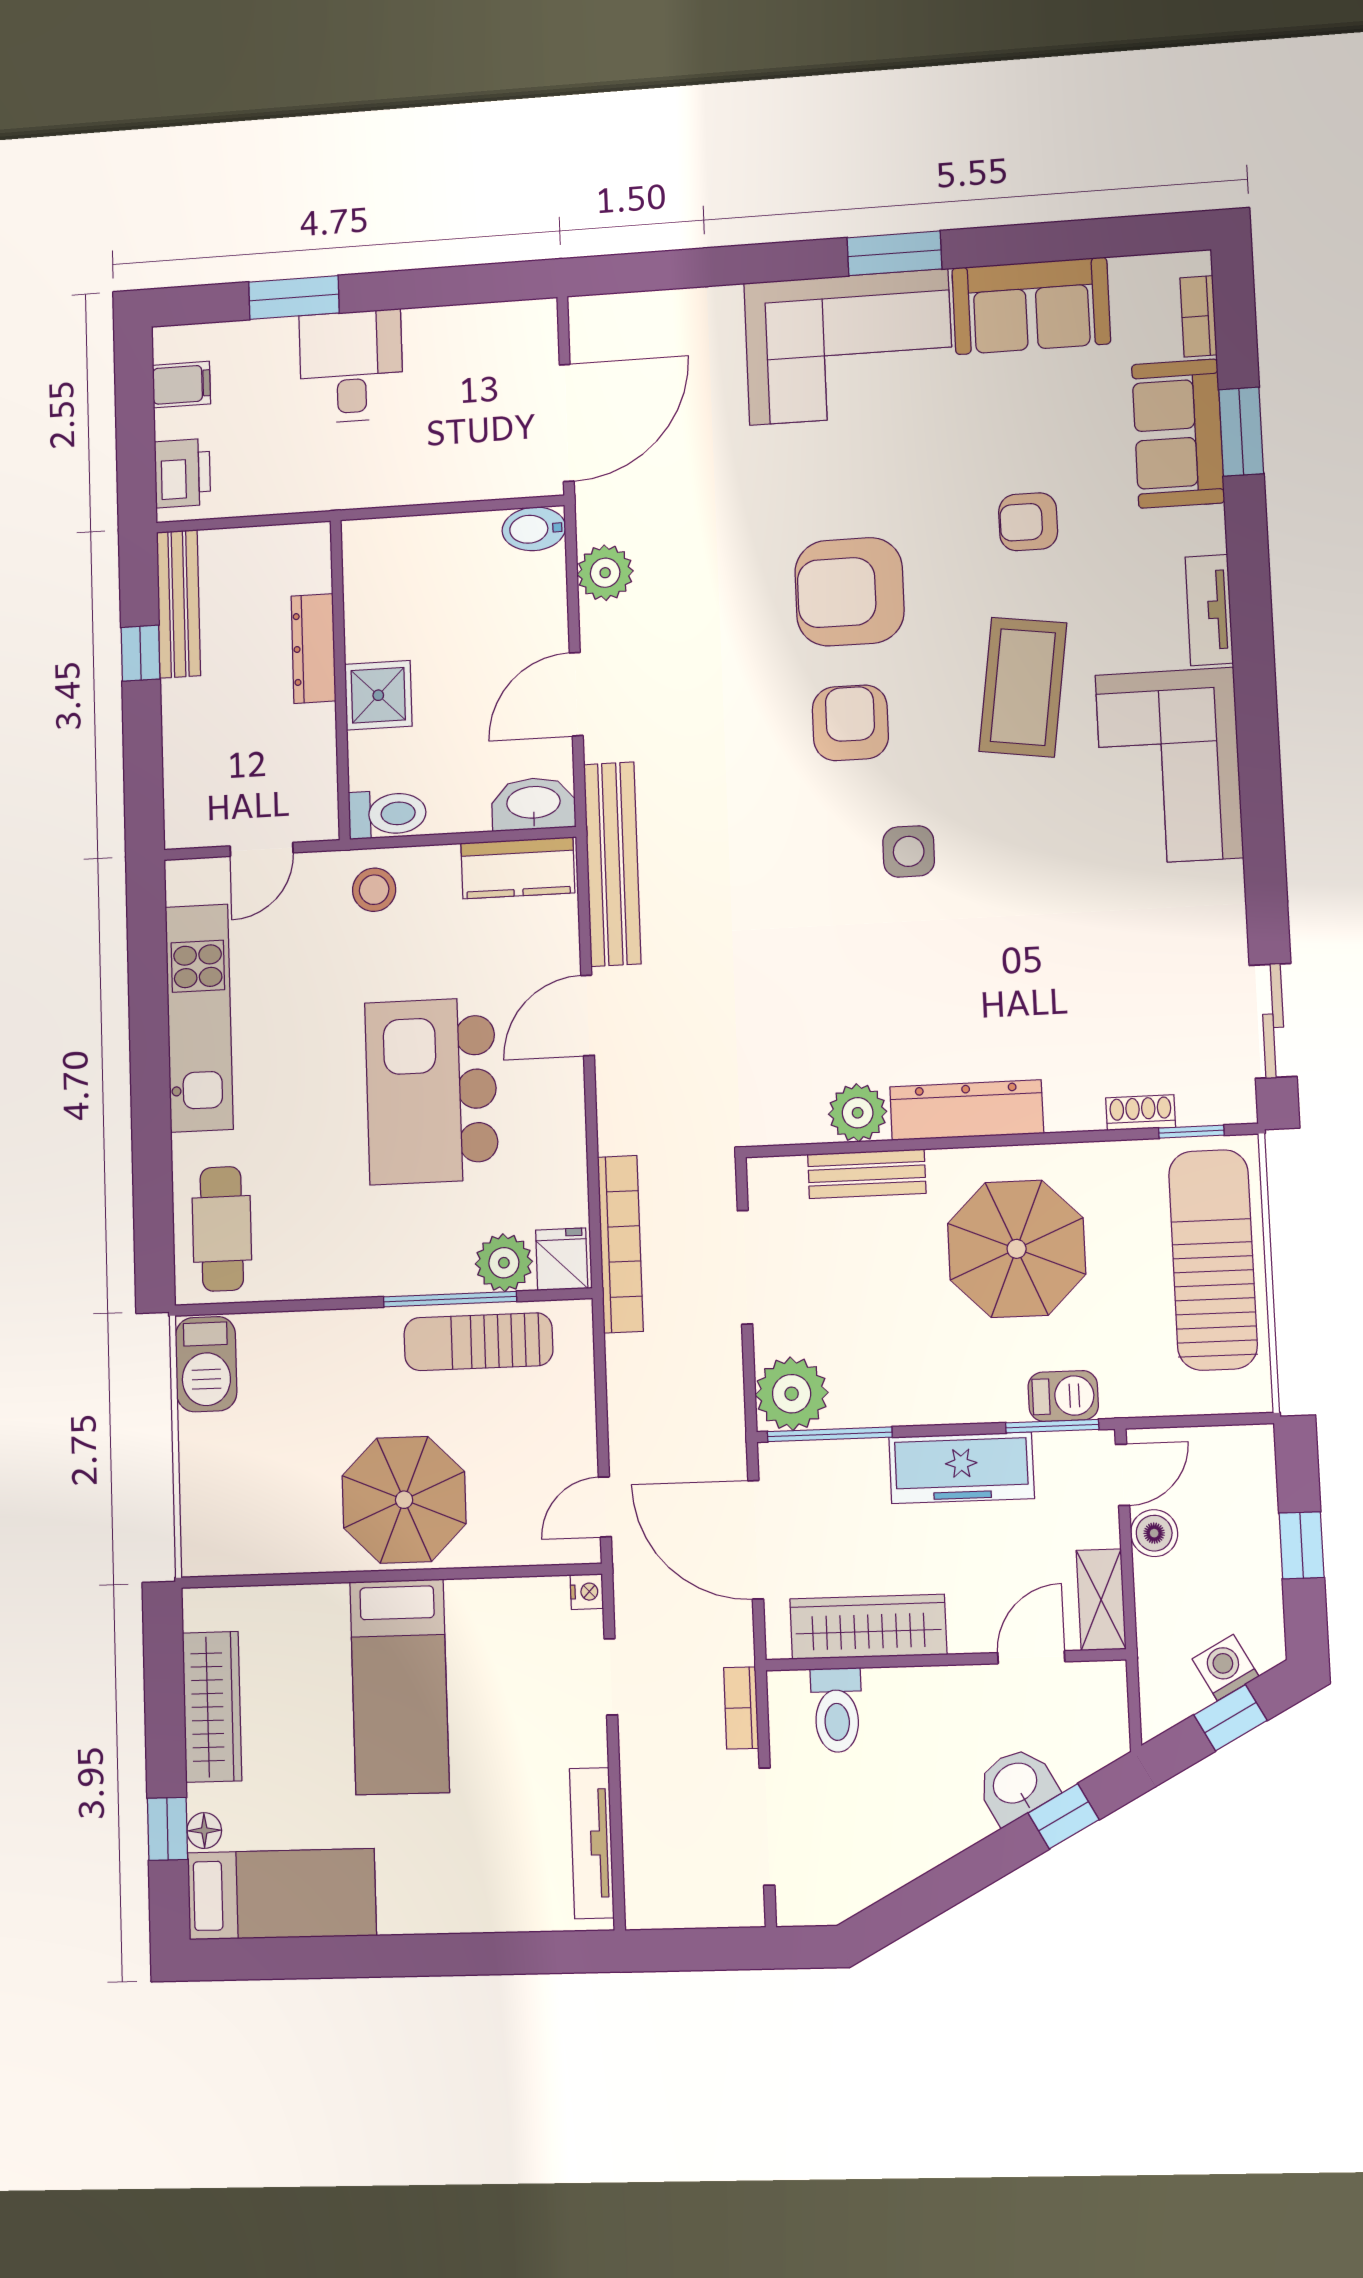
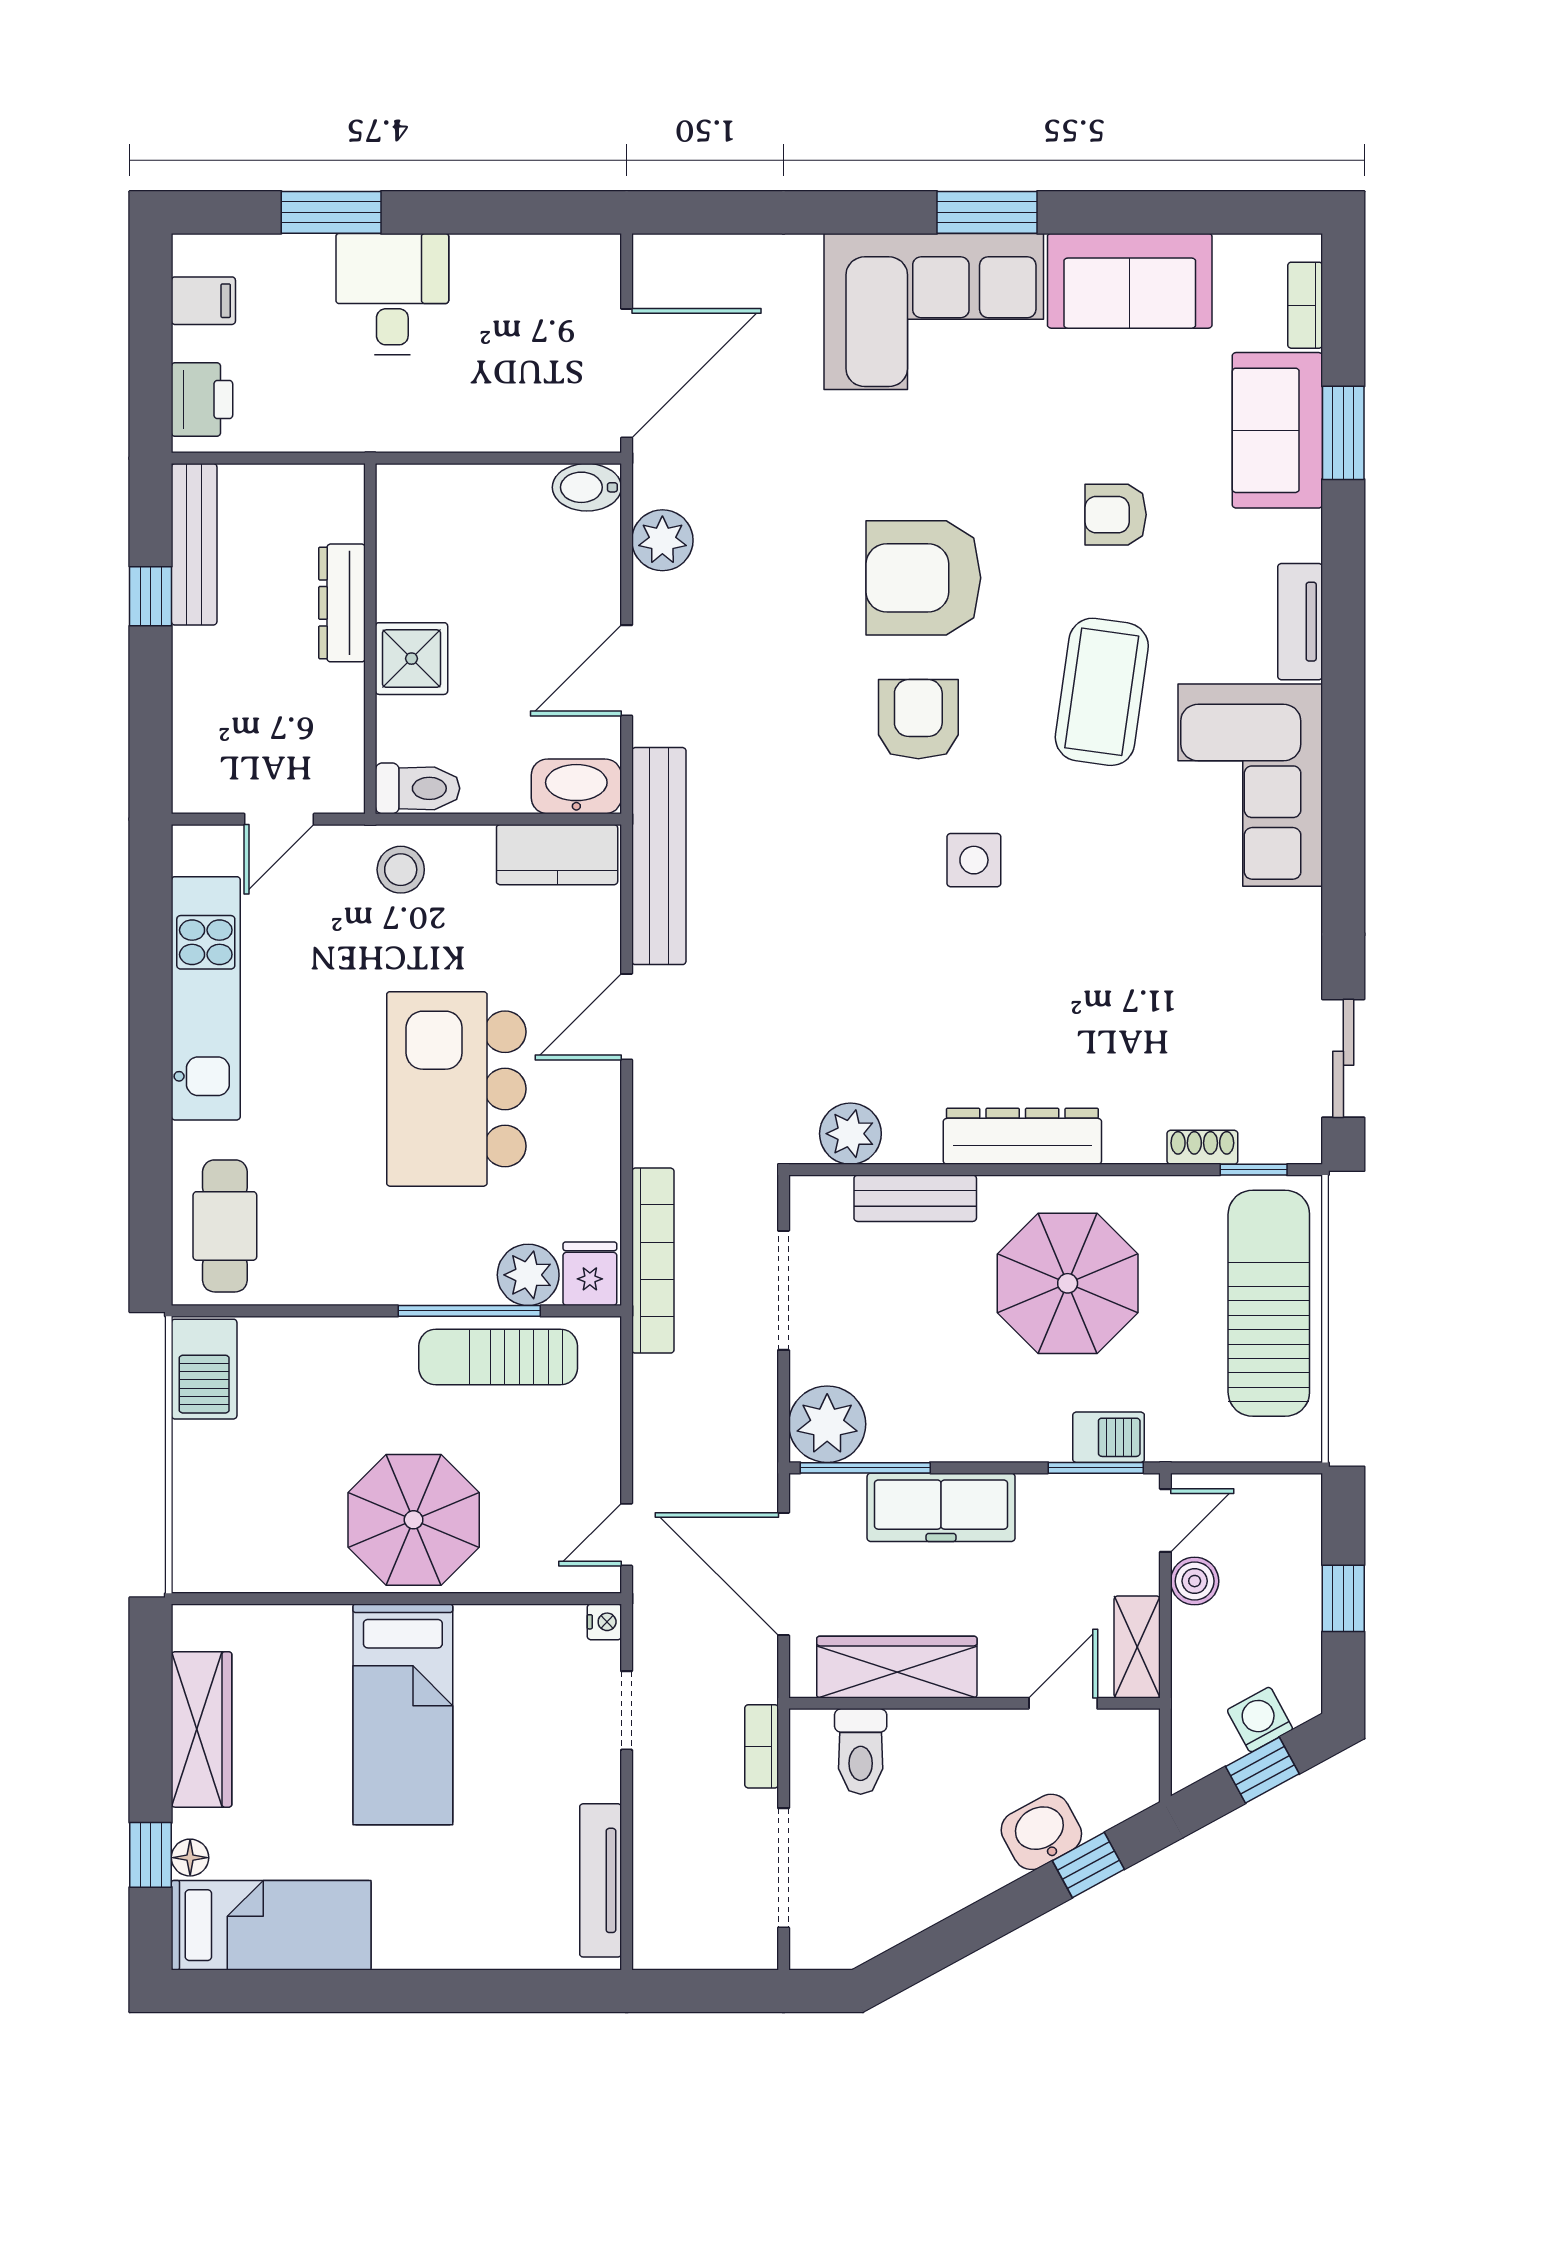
plant: (858, 1113) -> (850, 1134), moved
freezer: (961, 1468) -> (941, 1507), moved

